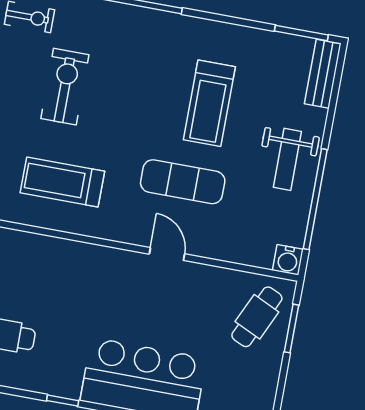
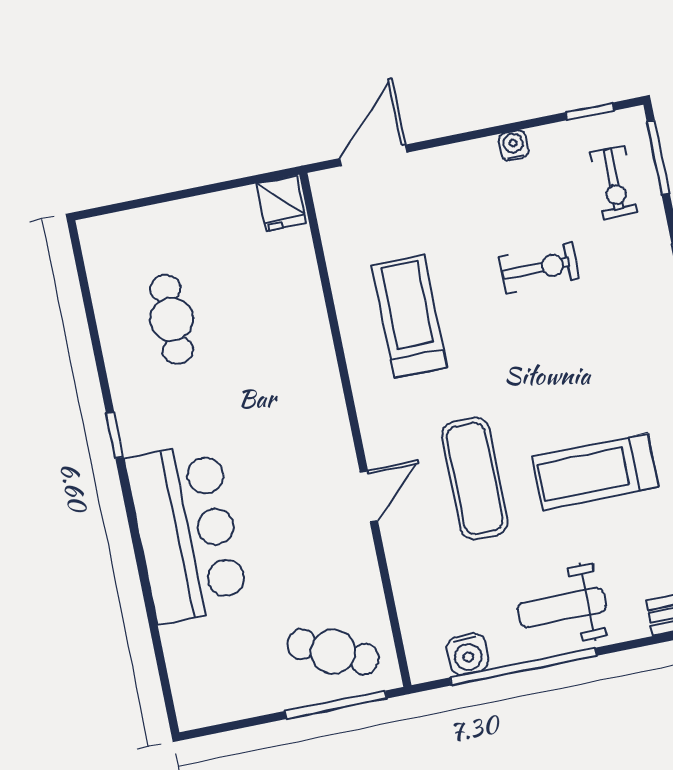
exercise bike: (65, 87) -> (539, 268), width x0.73, depth x0.72
water cooler: (288, 260) -> (468, 654), moved, turned -90
window: (292, 329) -> (336, 705), width x1.44

